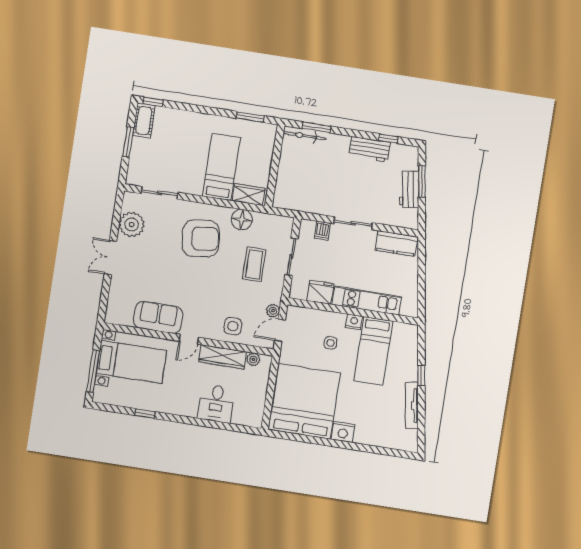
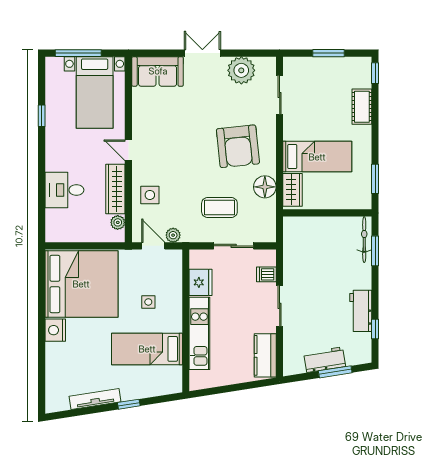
cot: (144, 120) -> (362, 107), moved, turned 90
sofa: (158, 317) -> (158, 71), moved, turned 90
nightstand: (354, 322) -> (175, 323), removed

